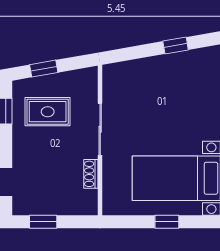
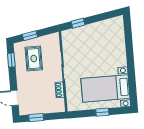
window: (176, 46) -> (78, 23), moved
rug: (48, 112) -> (34, 59), turned 90

